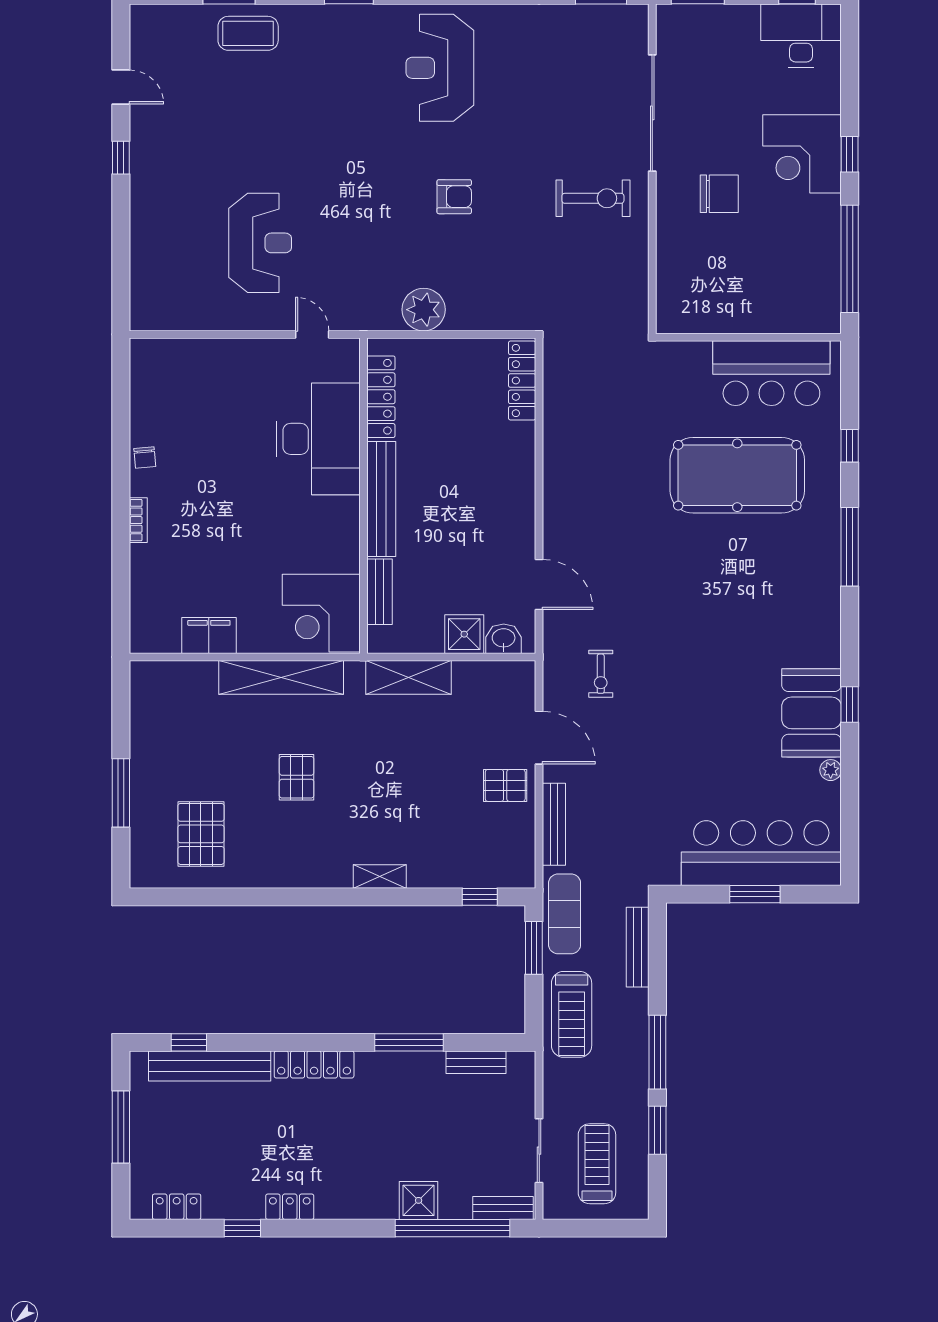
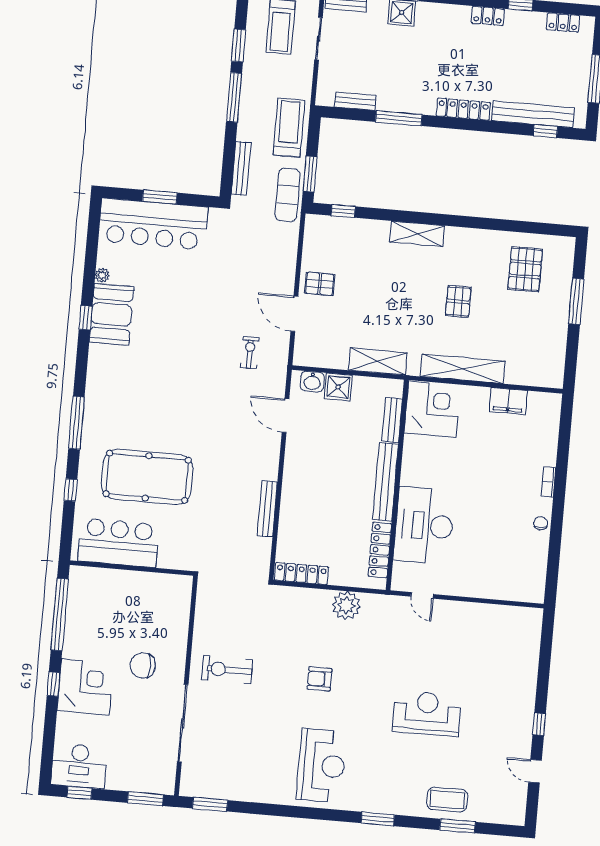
reception desk: (260, 243) -> (427, 714), moved, turned 90
locker: (522, 381) -> (301, 573), moved, turned -90
bench: (554, 824) -> (267, 509), moved
shelving: (380, 877) -> (417, 234), width x1.50, depth x1.33

